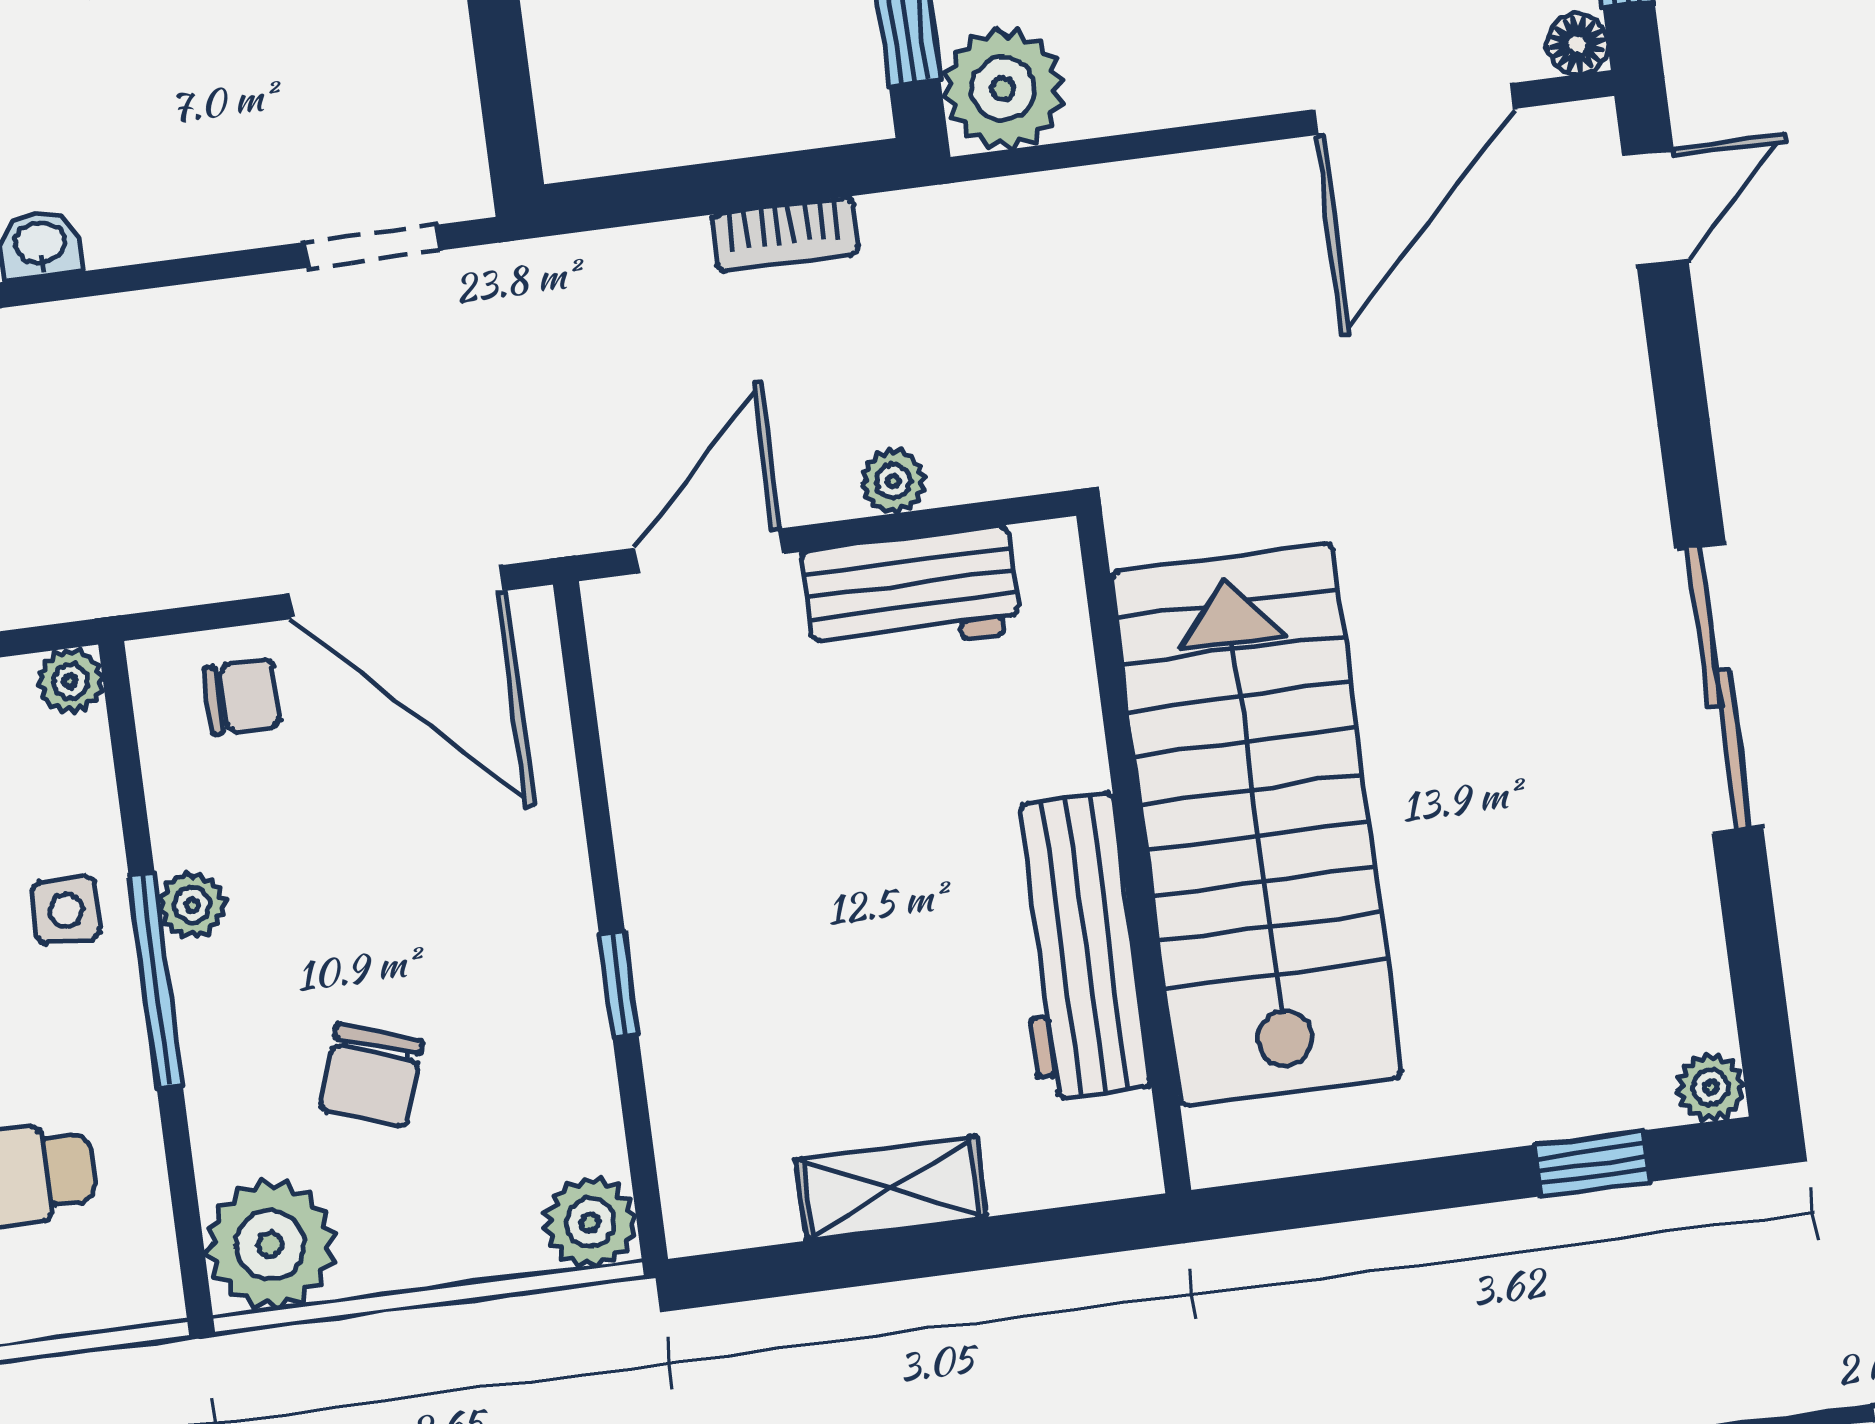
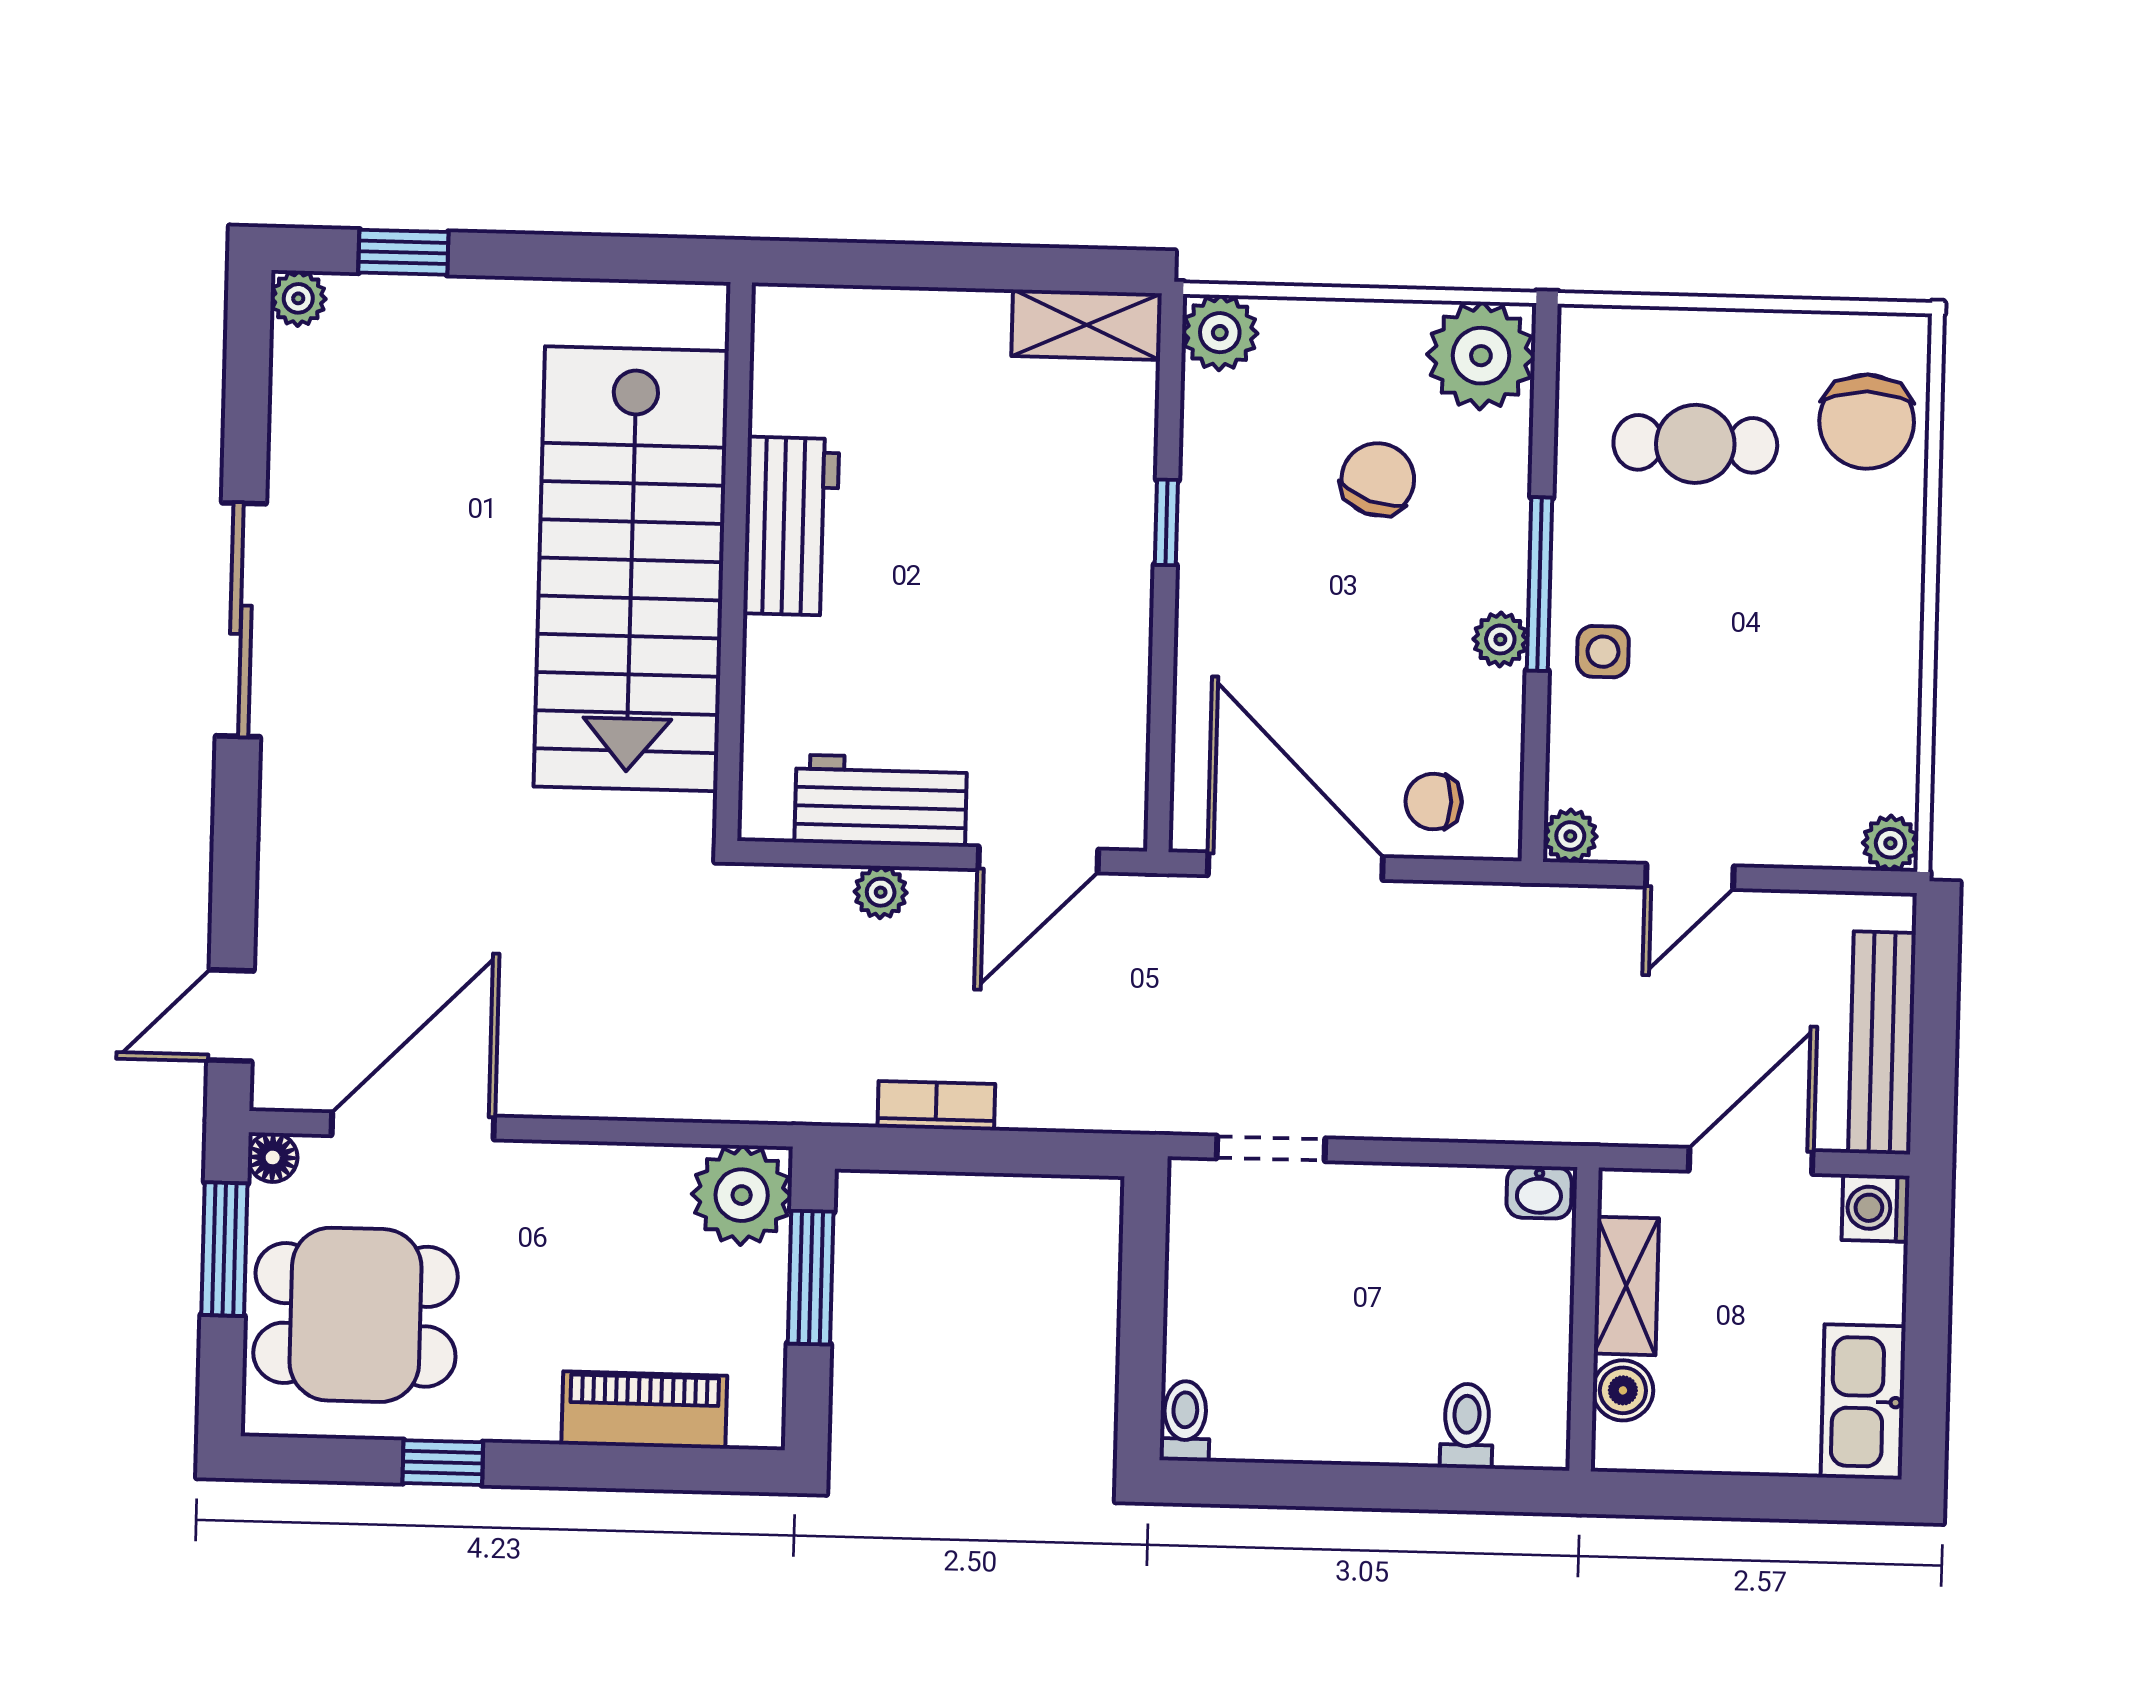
workbench: (1077, 947) -> (791, 526), width x0.73
shelving: (891, 1188) -> (1087, 325), moved

